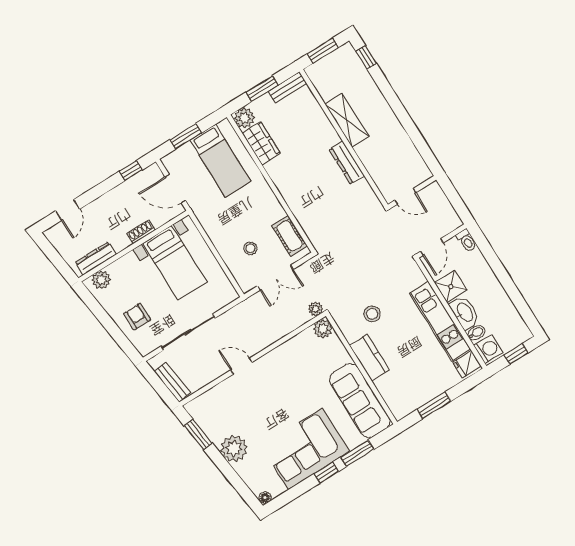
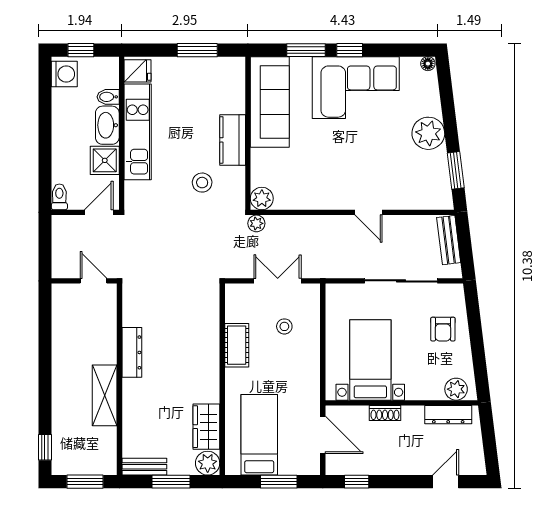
cot: (289, 236) -> (237, 345), moved
washing machine: (488, 349) -> (64, 74), moved, turned 180

